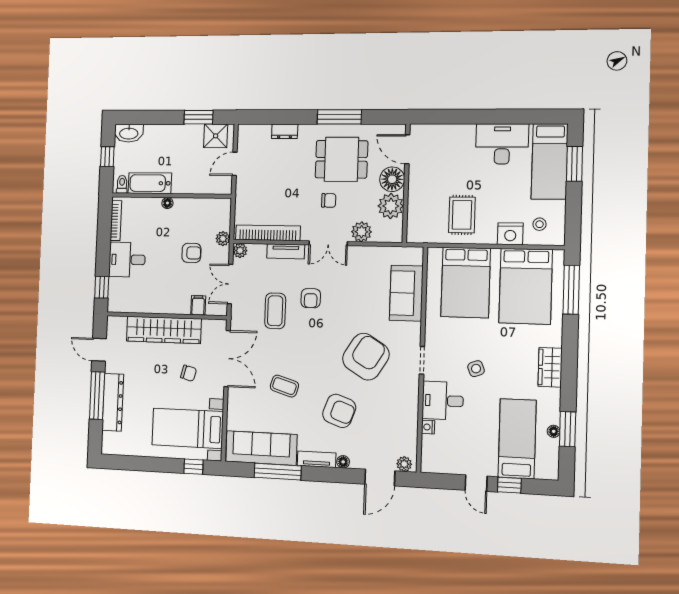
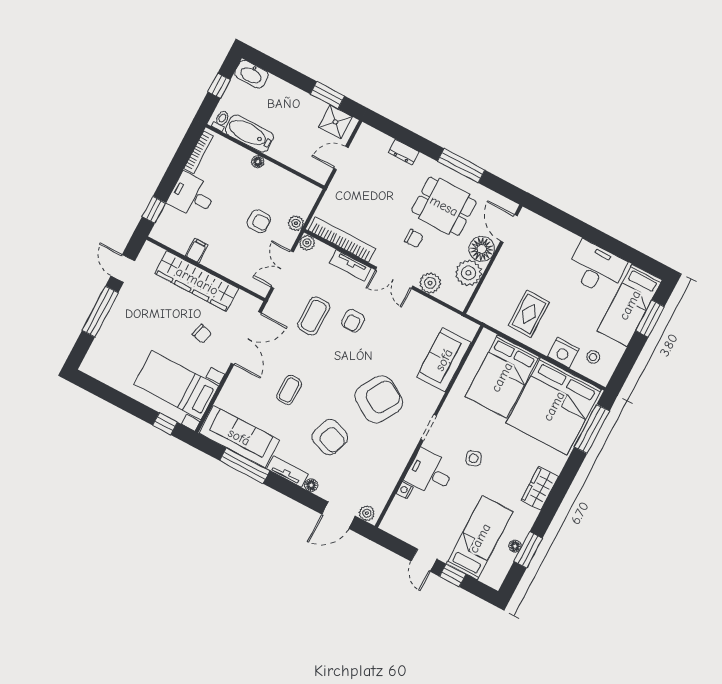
bed: (526, 286) -> (554, 406), width x1.36
filing cabinet: (198, 305) -> (197, 250), moved
coffee table: (284, 386) -> (289, 390), turned 73
dresser: (113, 402) -> (113, 325), removed

